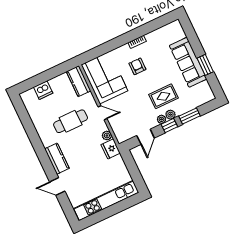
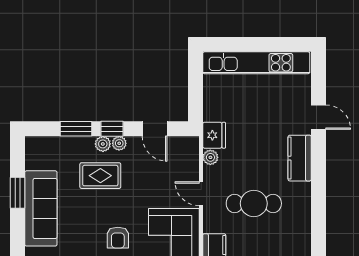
door: (146, 137) -> (155, 129), swing flipped

